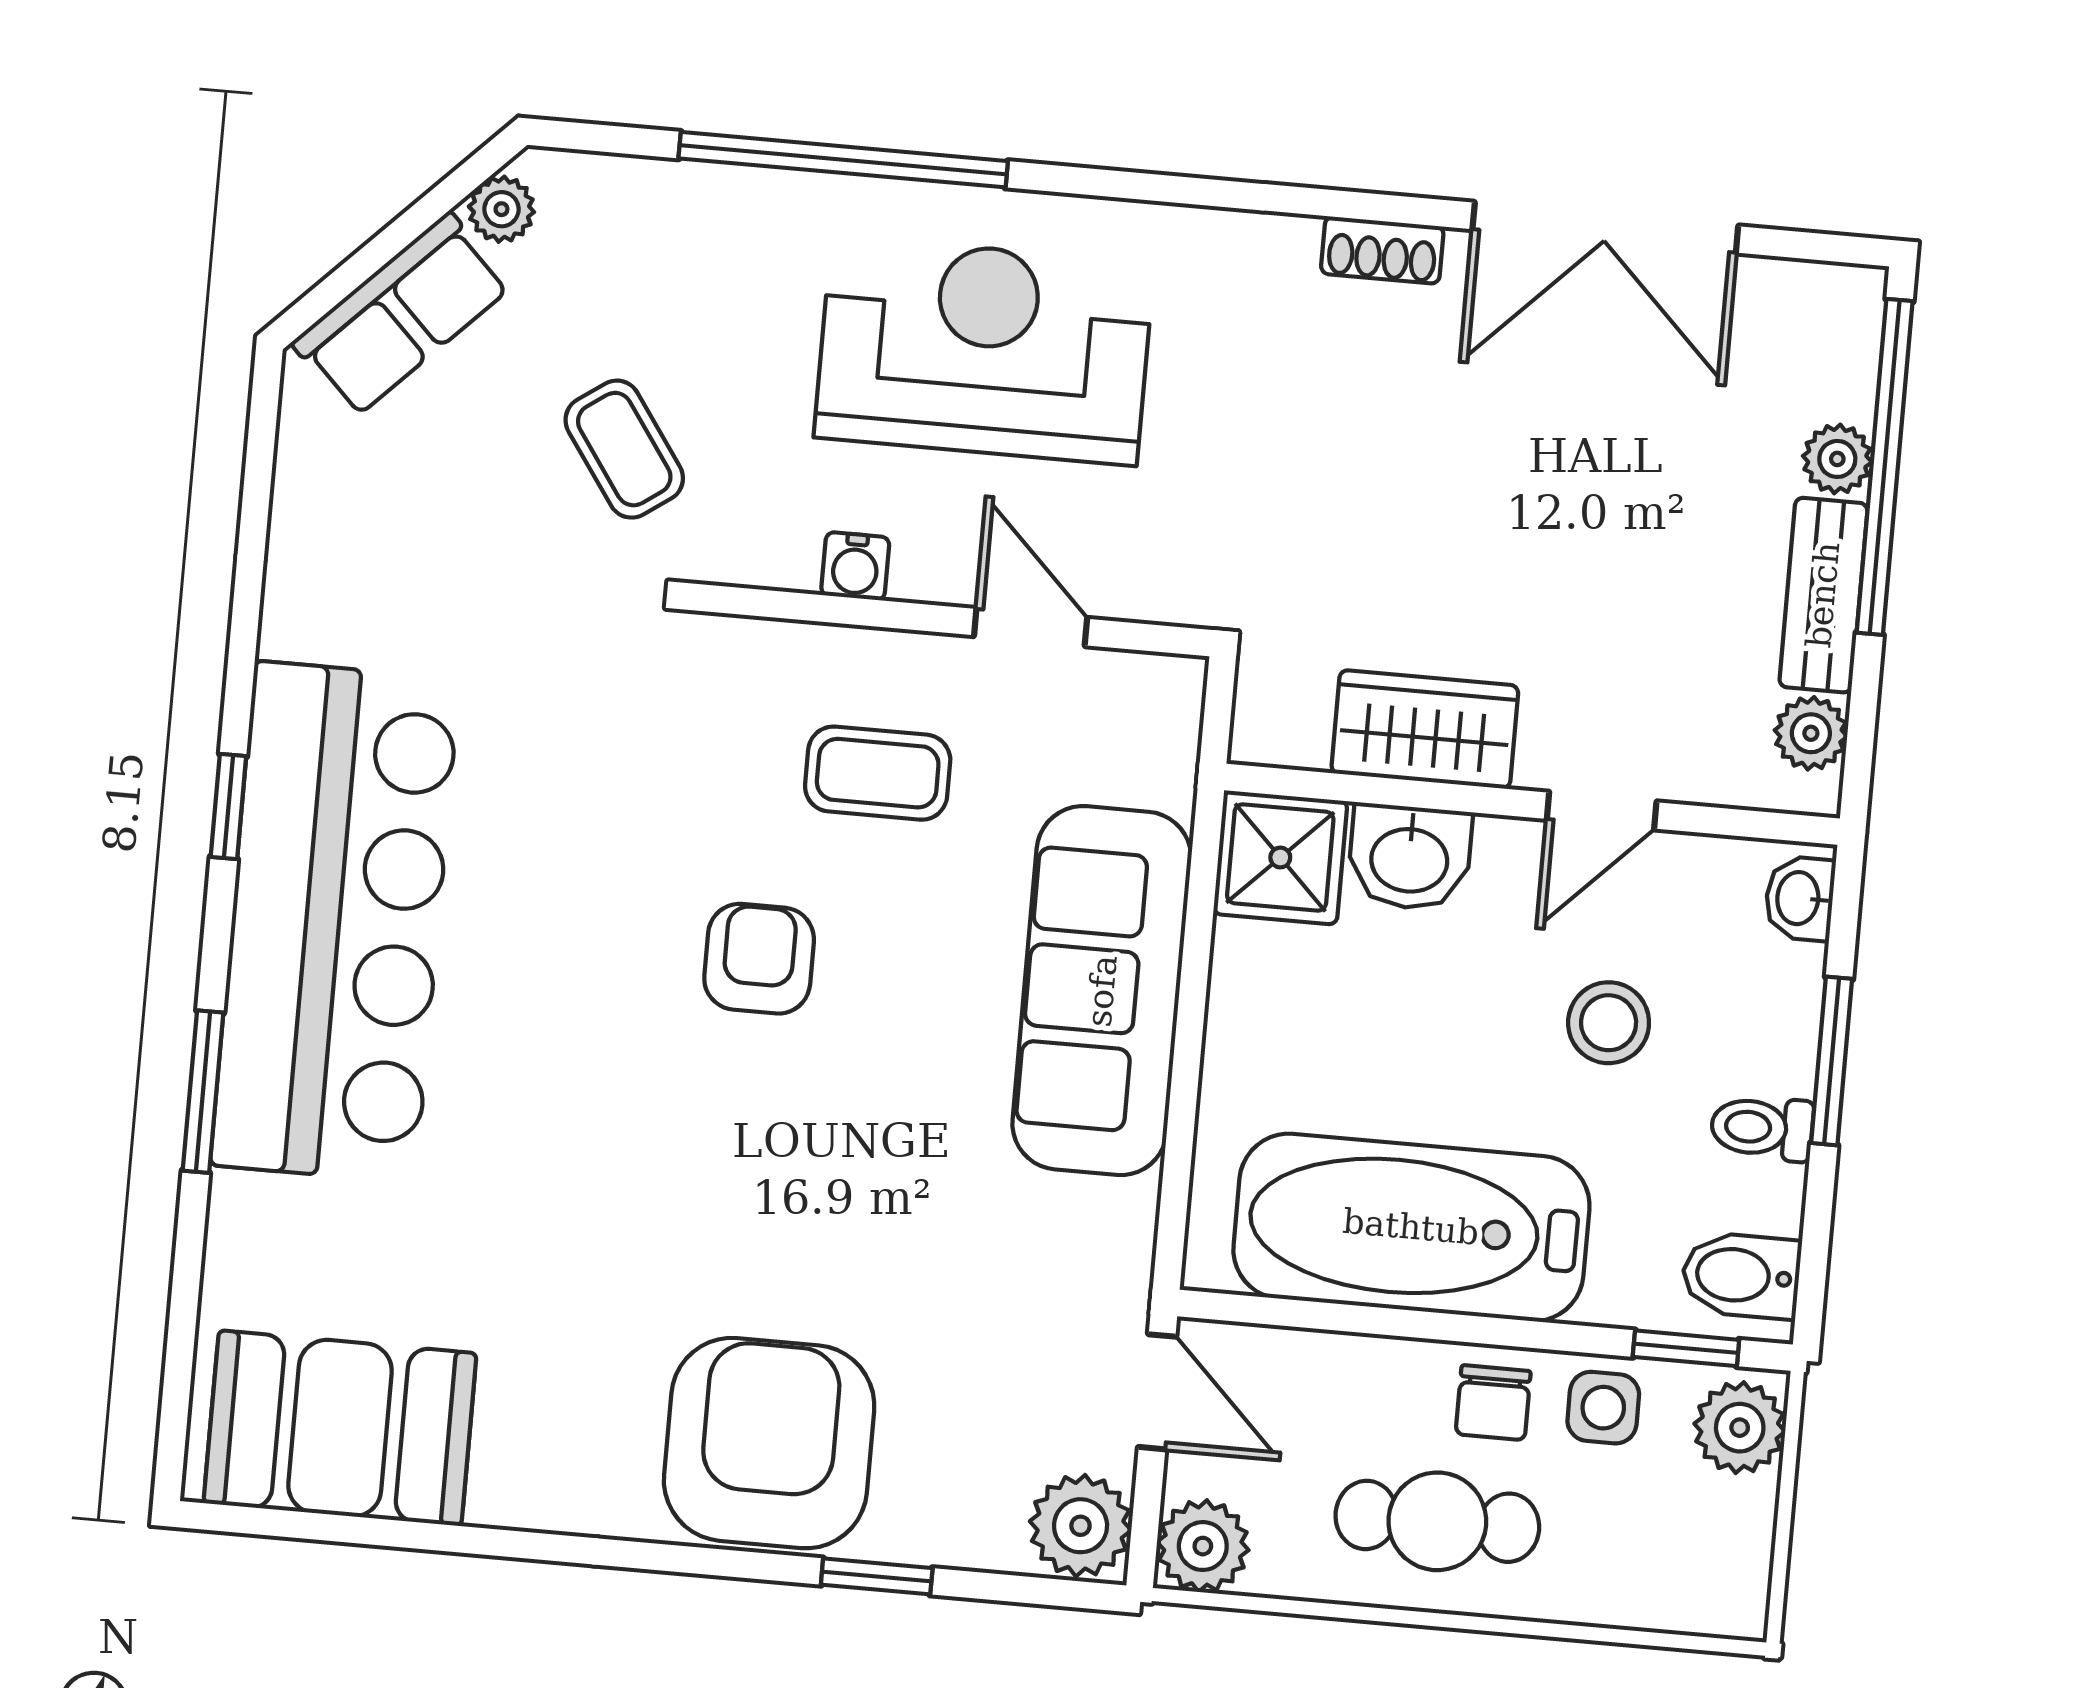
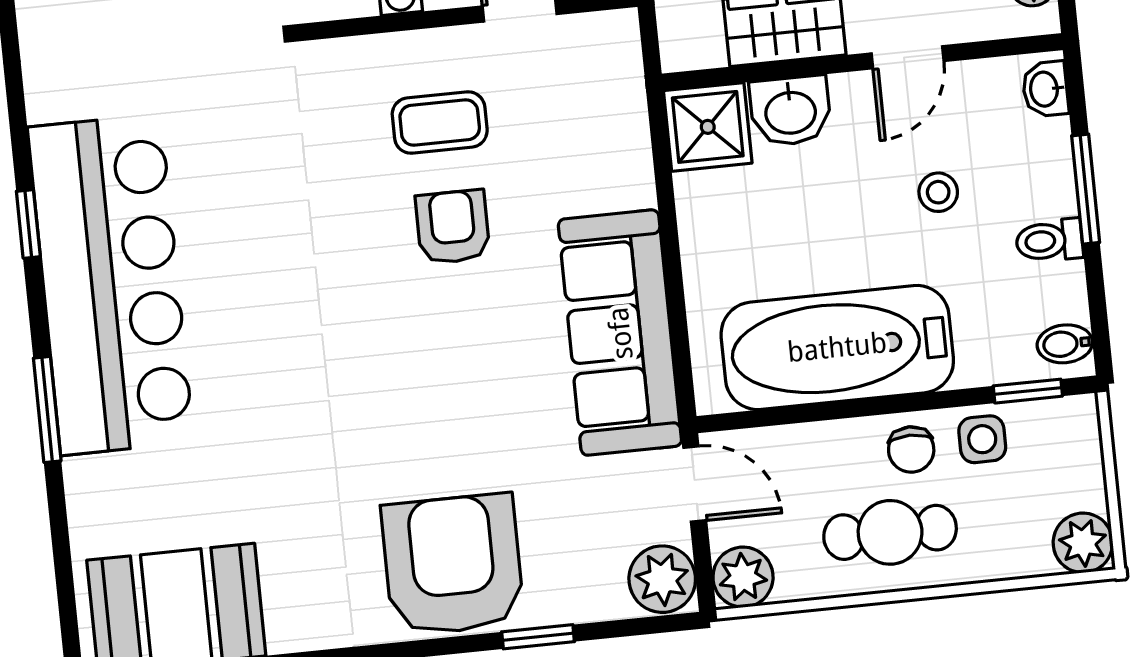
armchair: (759, 959) -> (453, 227), moved
sofa: (1102, 991) -> (620, 333), moved
stool: (1609, 1023) -> (938, 192), width x0.73, depth x0.73
bidet: (1741, 1275) -> (1065, 344), width x0.72, depth x0.74
plant: (1740, 1428) -> (1083, 543), moved

